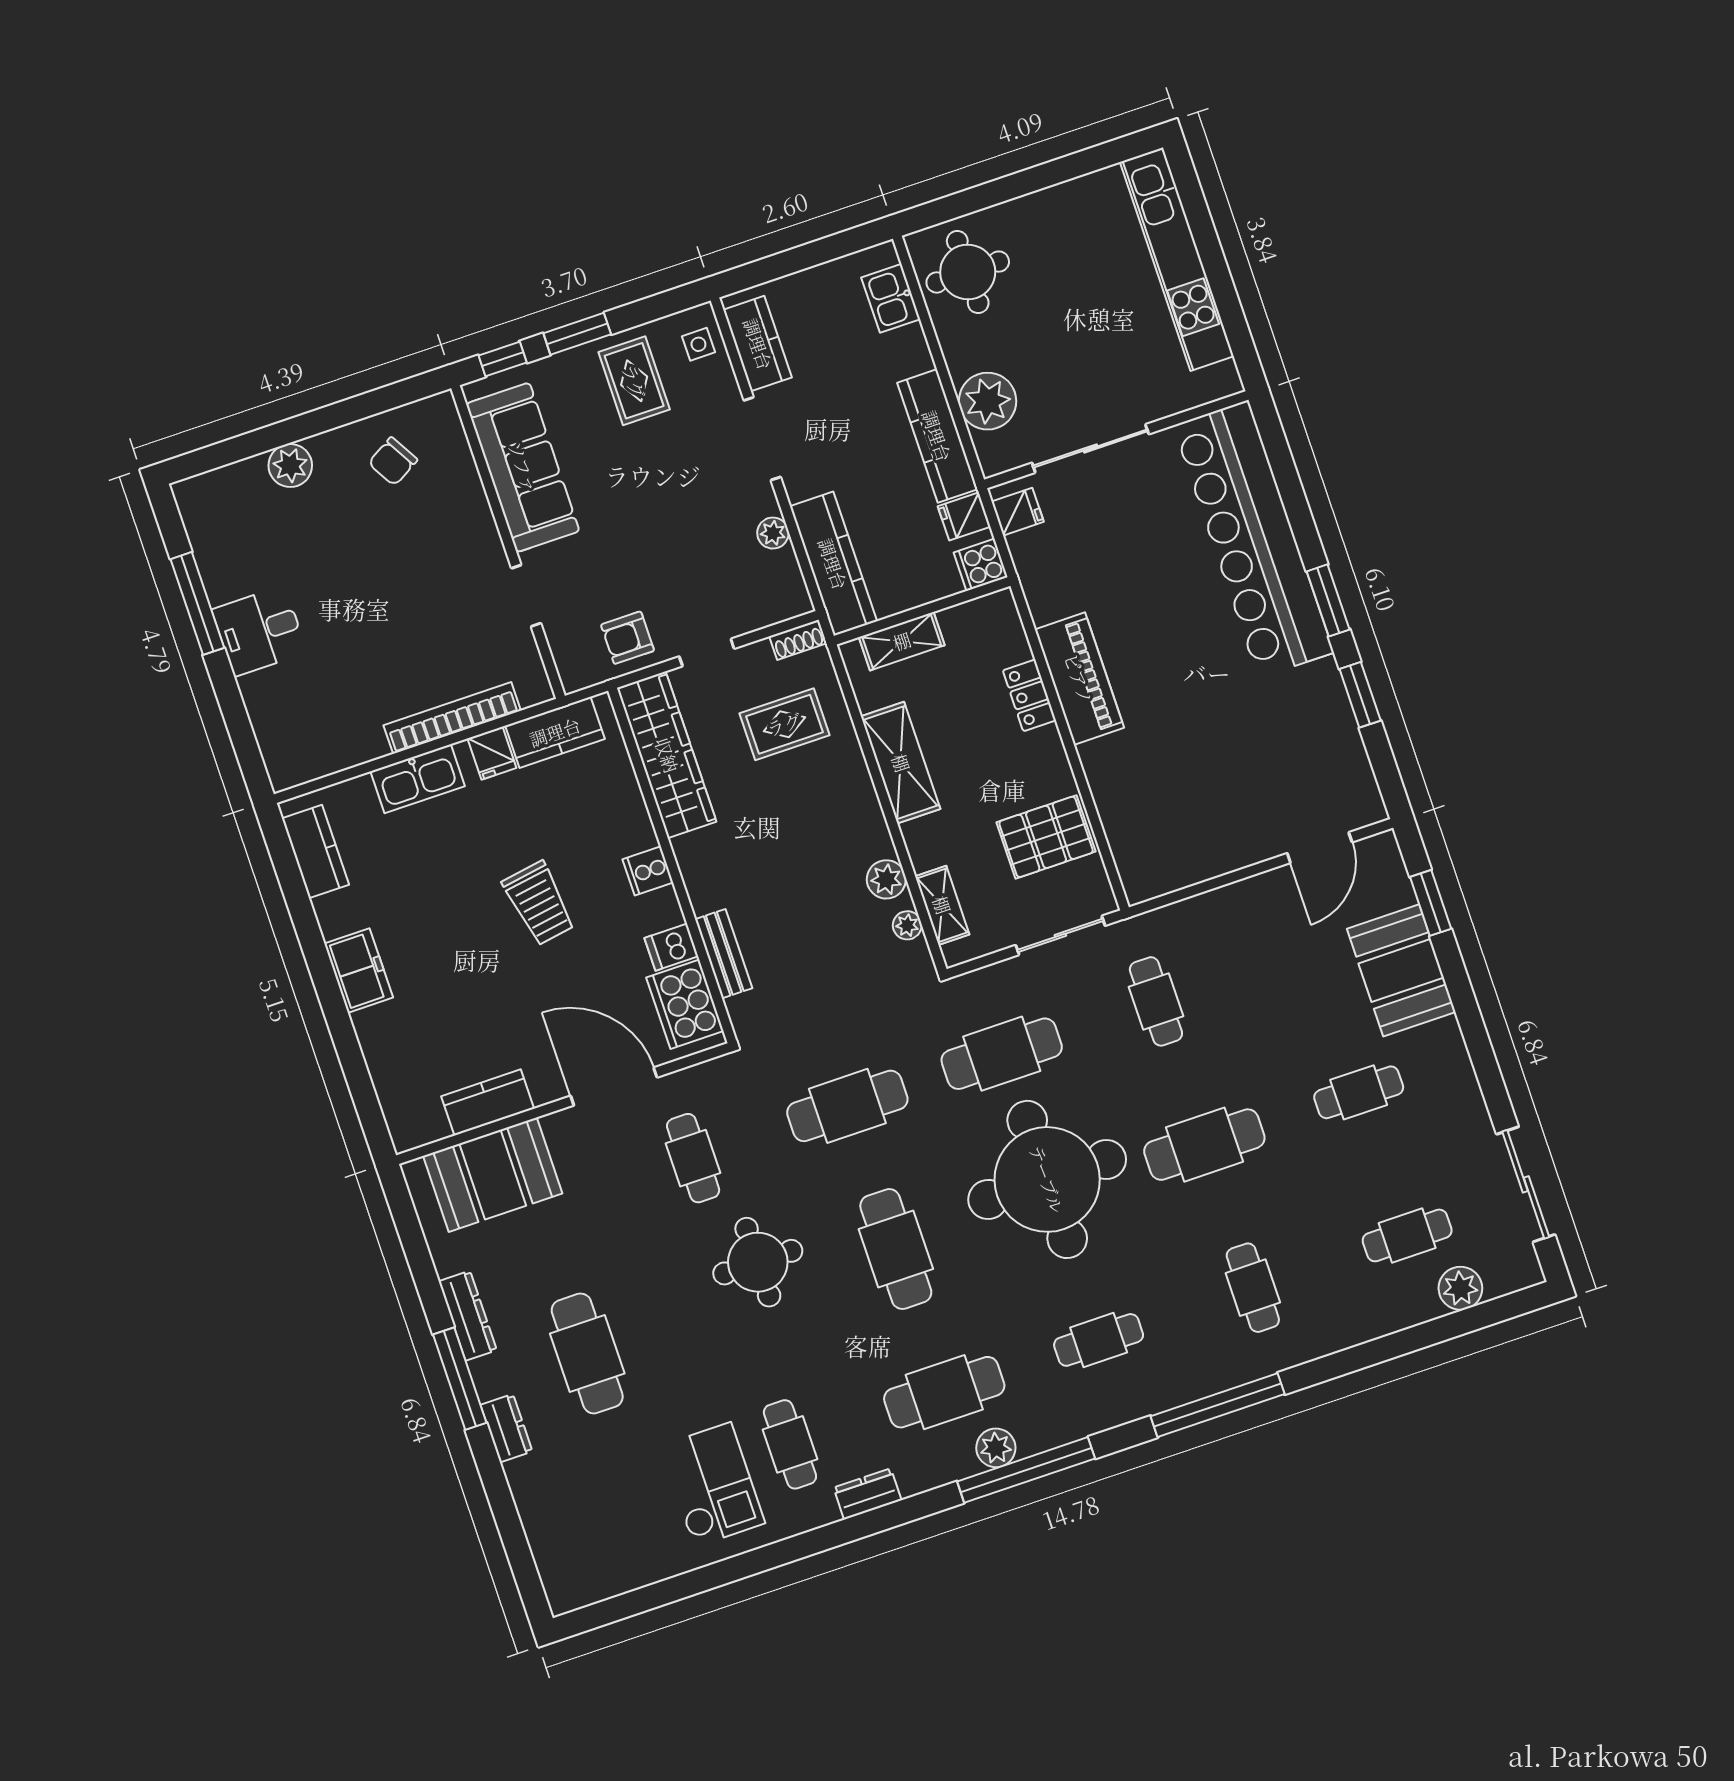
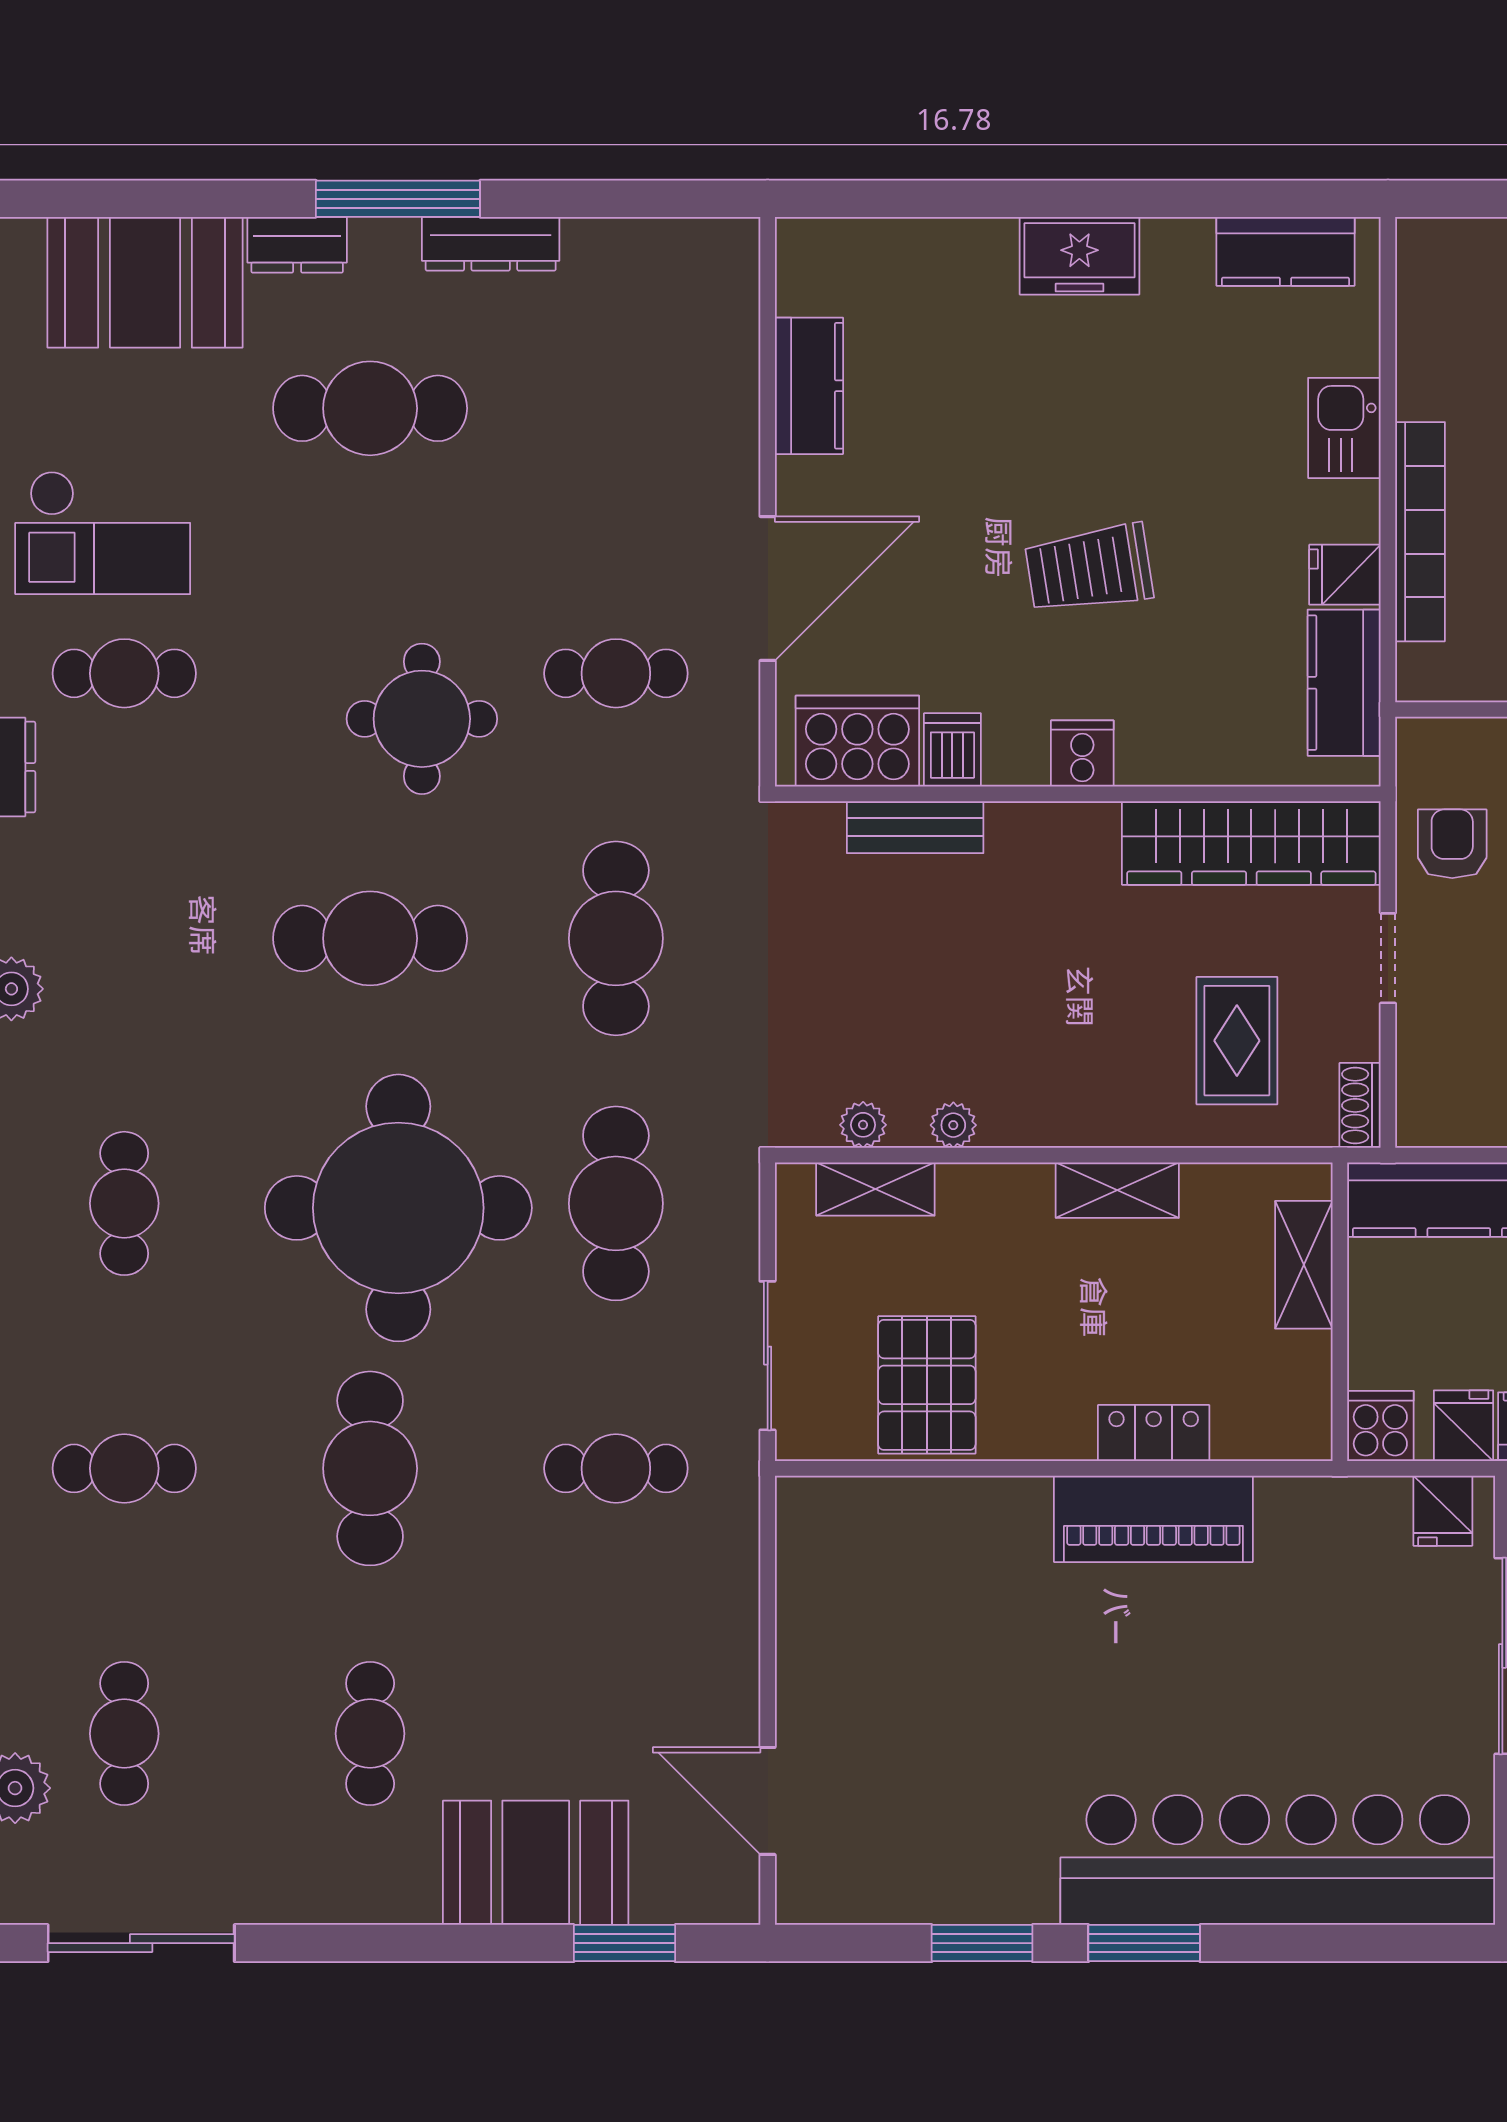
shelving: (901, 763) -> (1117, 1190), width x0.67, depth x0.75
kitchen sink: (418, 779) -> (1344, 428), width x0.73
plant: (886, 879) -> (953, 1125), width x0.73, depth x0.73
booth: (493, 1175) -> (145, 282), moved, turned 90
cafe table: (944, 1392) -> (124, 938), removed

